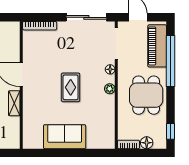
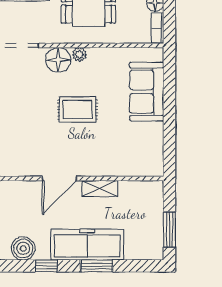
floor lamp: (110, 69) -> (58, 60), width x1.89, depth x1.89
sofa: (65, 137) -> (147, 92), moved

